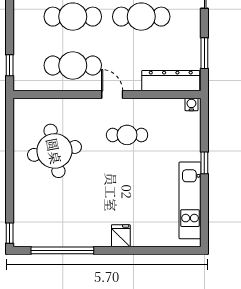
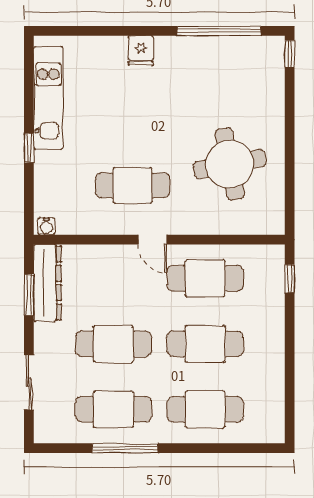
dresser: (171, 81) -> (47, 283), moved, turned -90
cafe table: (127, 135) -> (133, 185), width x1.37, depth x1.35

